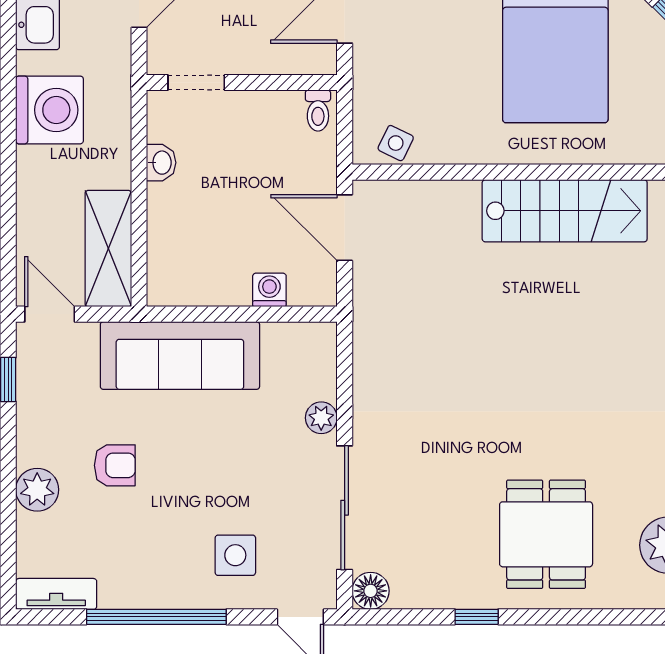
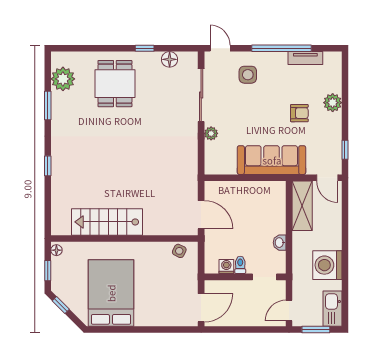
toilet: (318, 111) -> (240, 265), moved
washing machine: (269, 290) -> (226, 266), moved, turned 180
armchair: (115, 465) -> (299, 113), turned 180
floor lamp: (371, 591) -> (170, 59), moved
tv unit: (56, 594) -> (305, 58), moved

